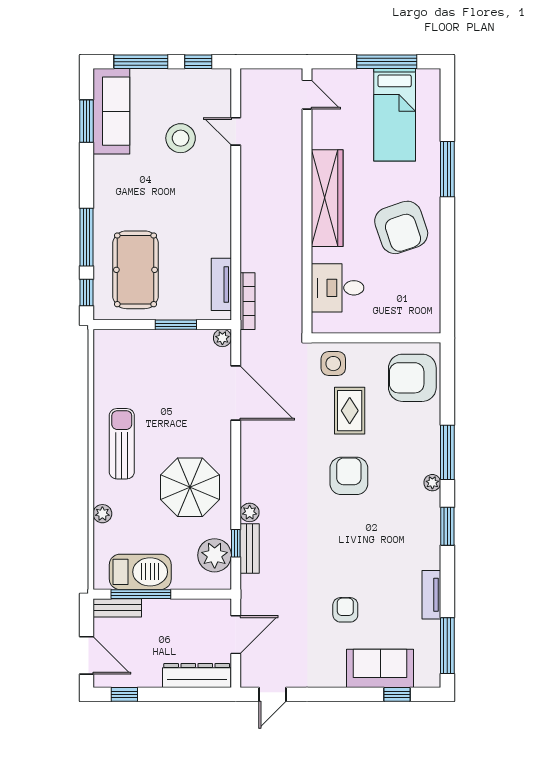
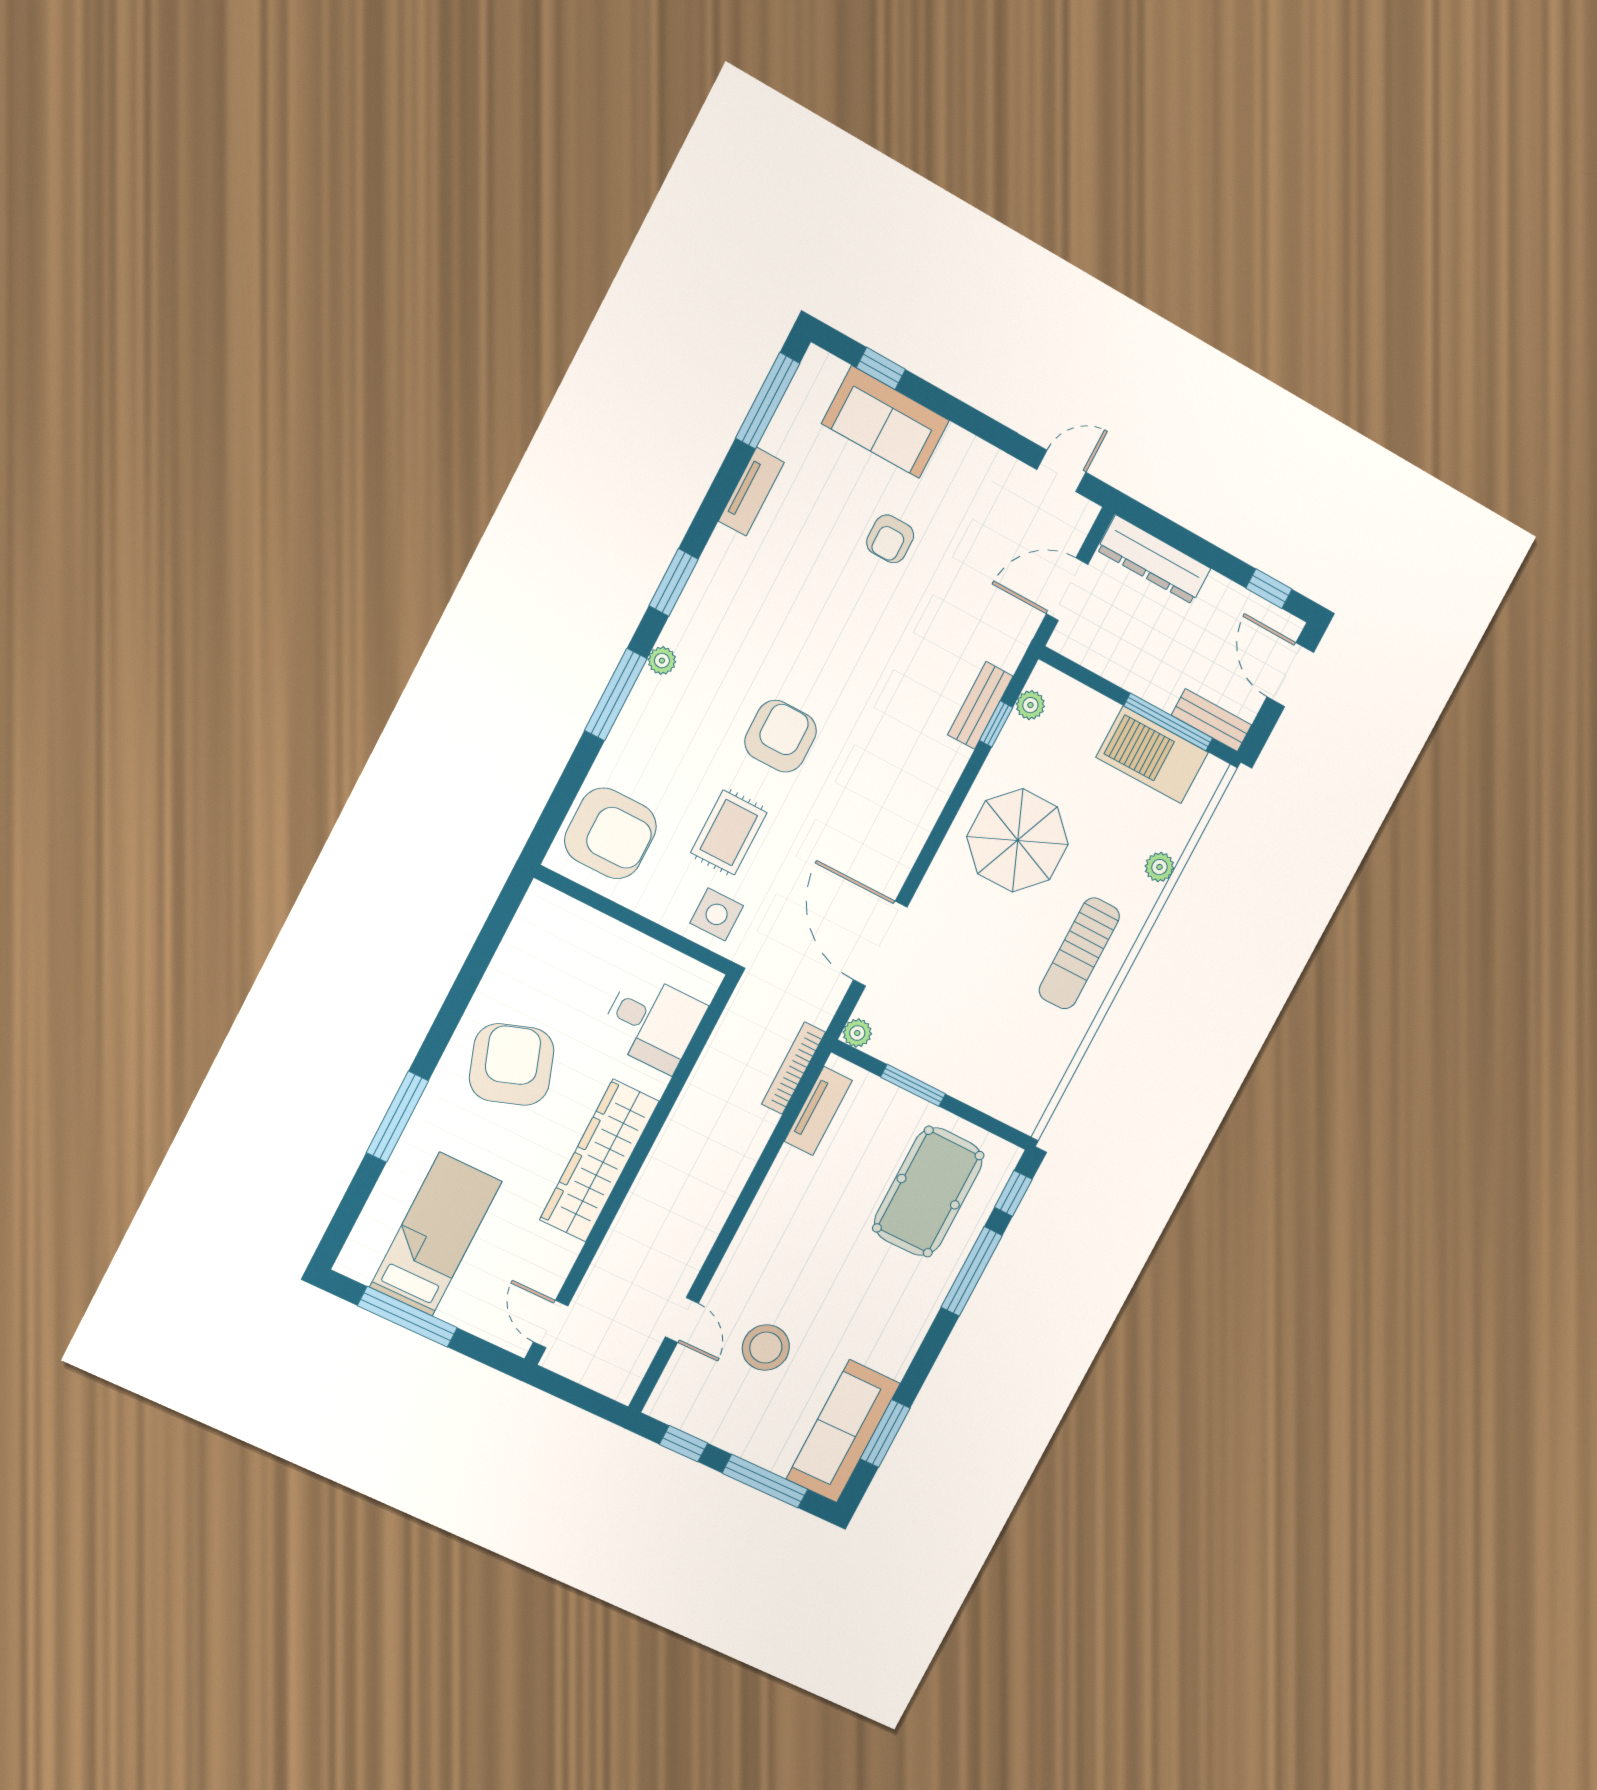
armchair: (349, 476) -> (781, 736), turned 180
plant: (250, 512) -> (952, 759), removed
plant: (215, 555) -> (1030, 705), width x0.53, depth x0.53

